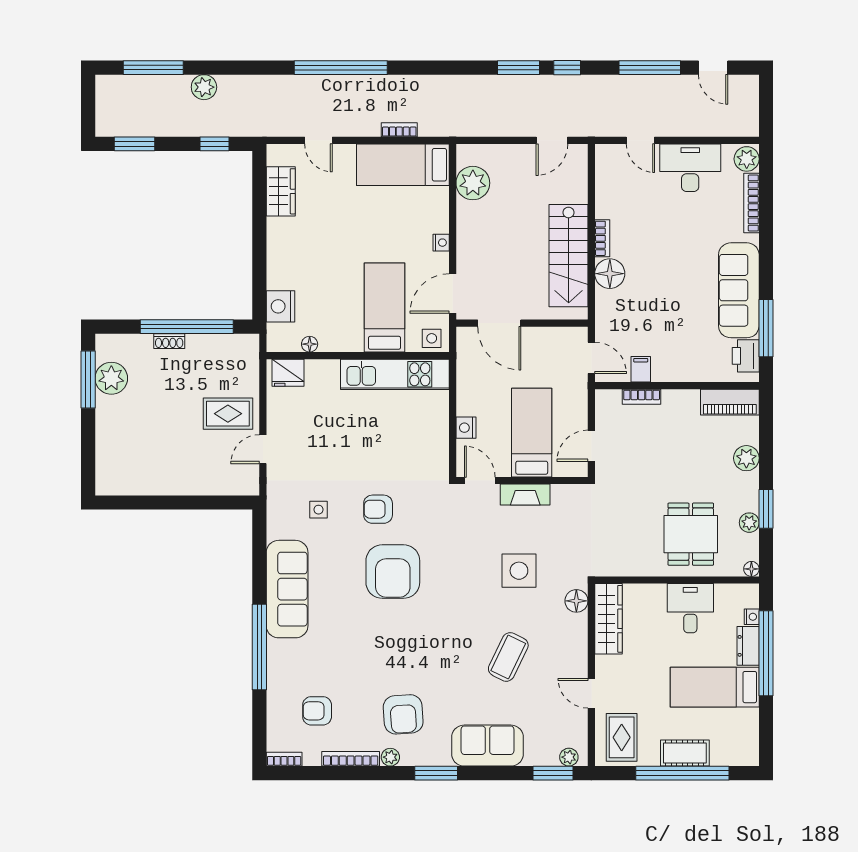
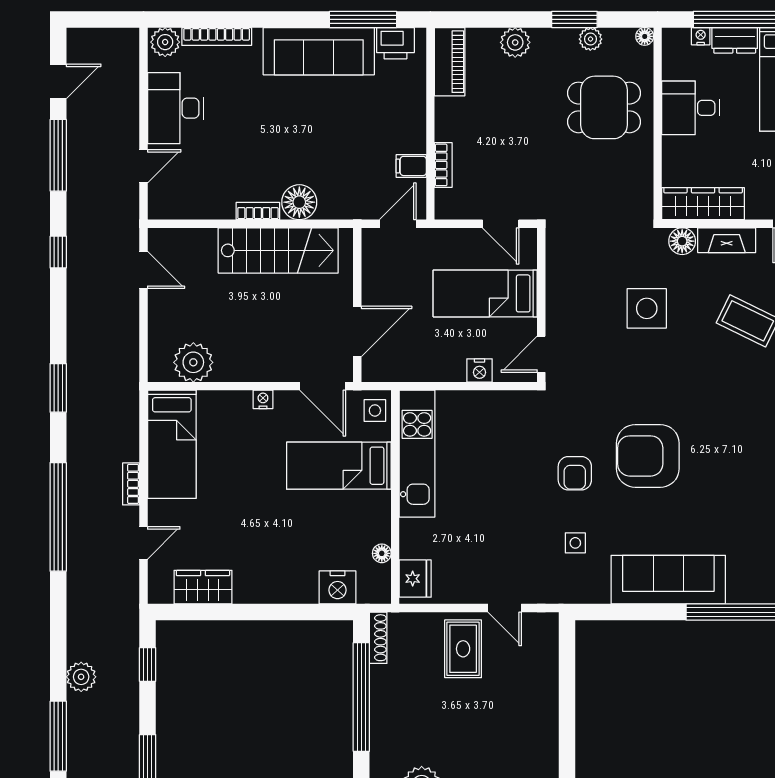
window: (518, 68) -> (58, 388), moved
bookcase: (399, 130) -> (131, 484), moved
shoe rack: (169, 341) -> (378, 638), moved, width x1.43
fireplace: (525, 495) -> (727, 240), moved, turned 90
armchair: (393, 572) -> (648, 456), turned 180

